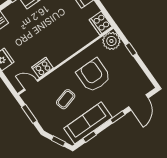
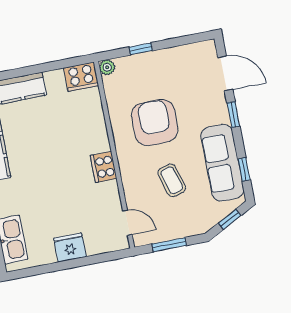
plant: (111, 41) -> (107, 67), width x0.53, depth x0.53
cooker: (43, 68) -> (104, 167), moved
armchair: (94, 75) -> (155, 122), turned 90
door: (31, 85) -> (127, 223), swing flipped

